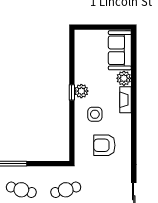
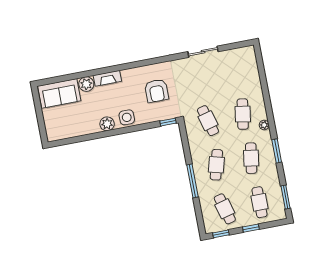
window: (72, 92) -> (168, 122), moved
side table: (95, 114) -> (127, 117), moved

